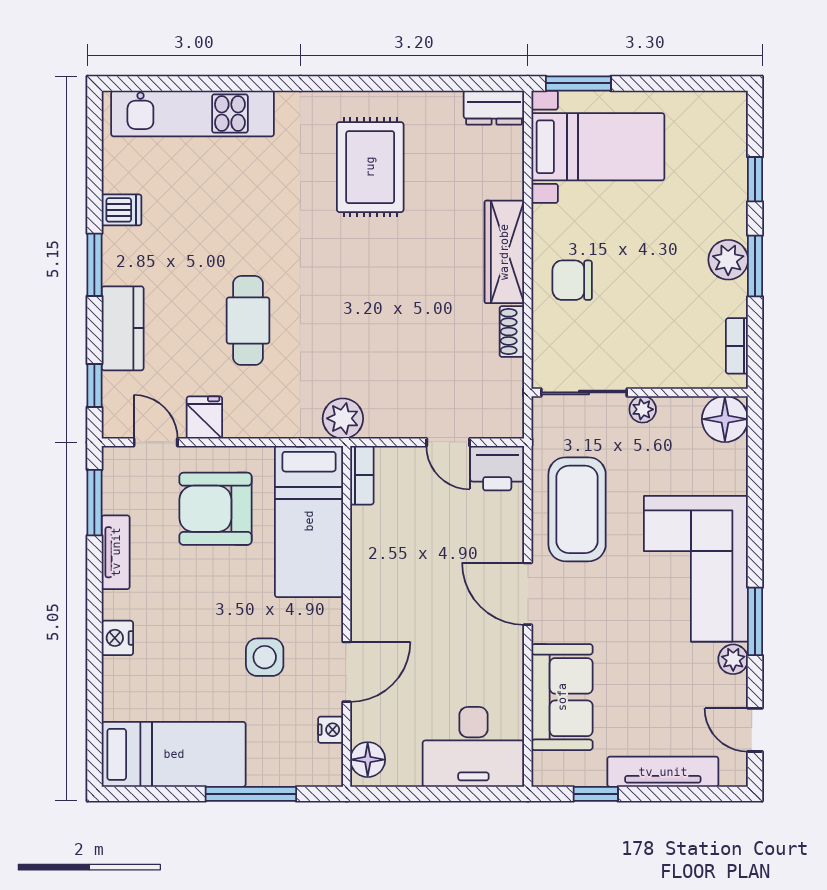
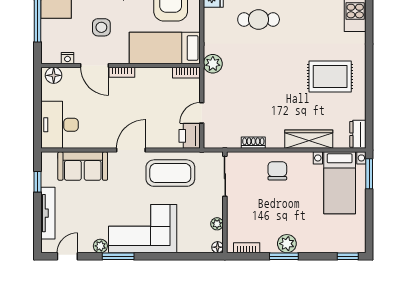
window: (755, 179) -> (348, 256), moved
wardrobe: (504, 252) -> (309, 139), moved
plant: (643, 409) -> (217, 224), moved
floor lamp: (725, 419) -> (218, 247), width x0.53, depth x0.53
bookcase: (361, 613) -> (122, 72), added

